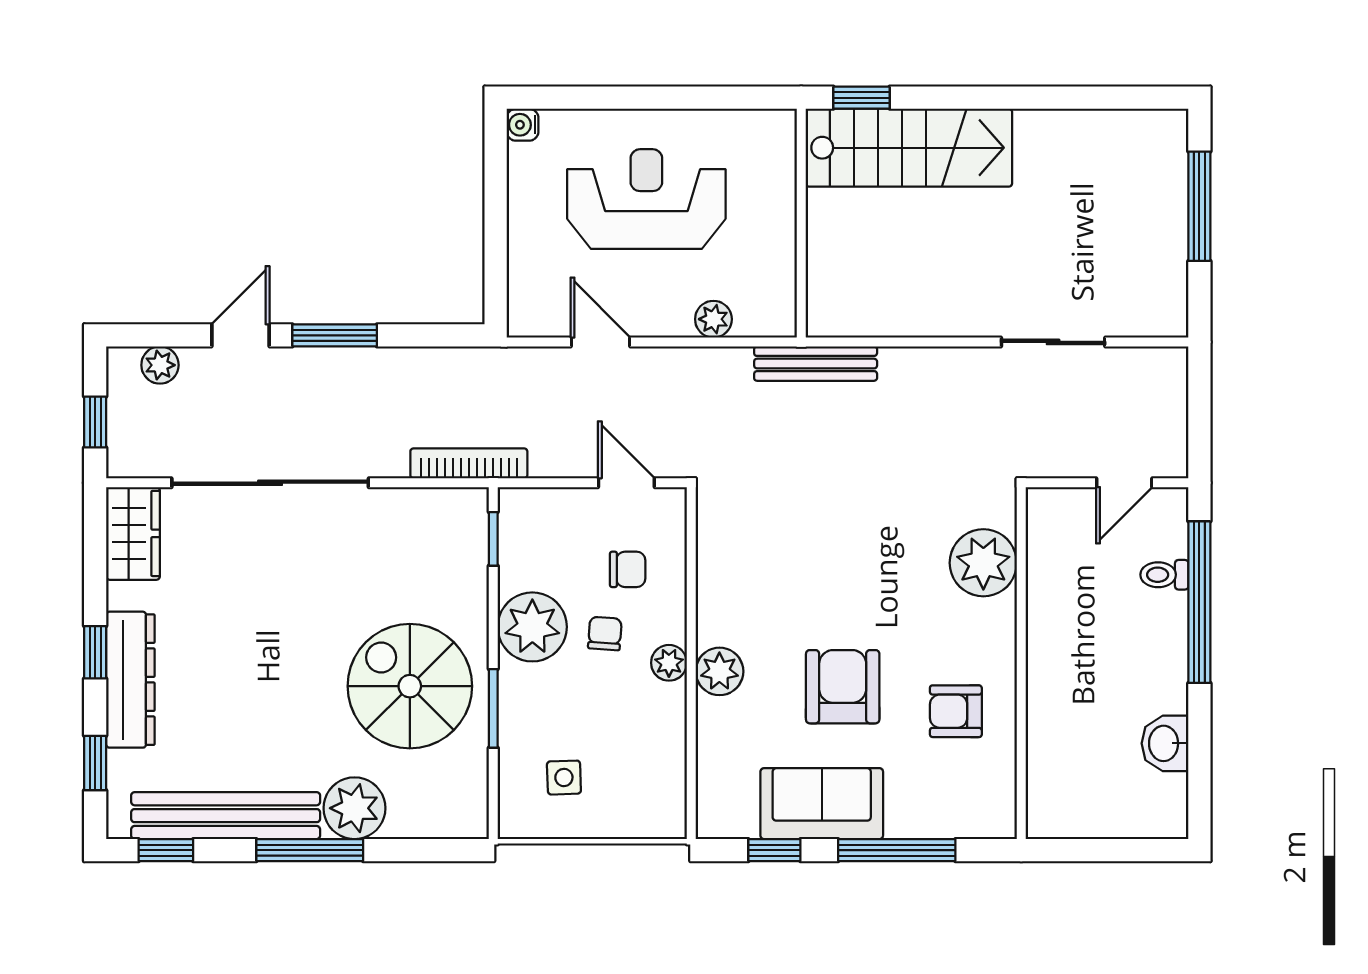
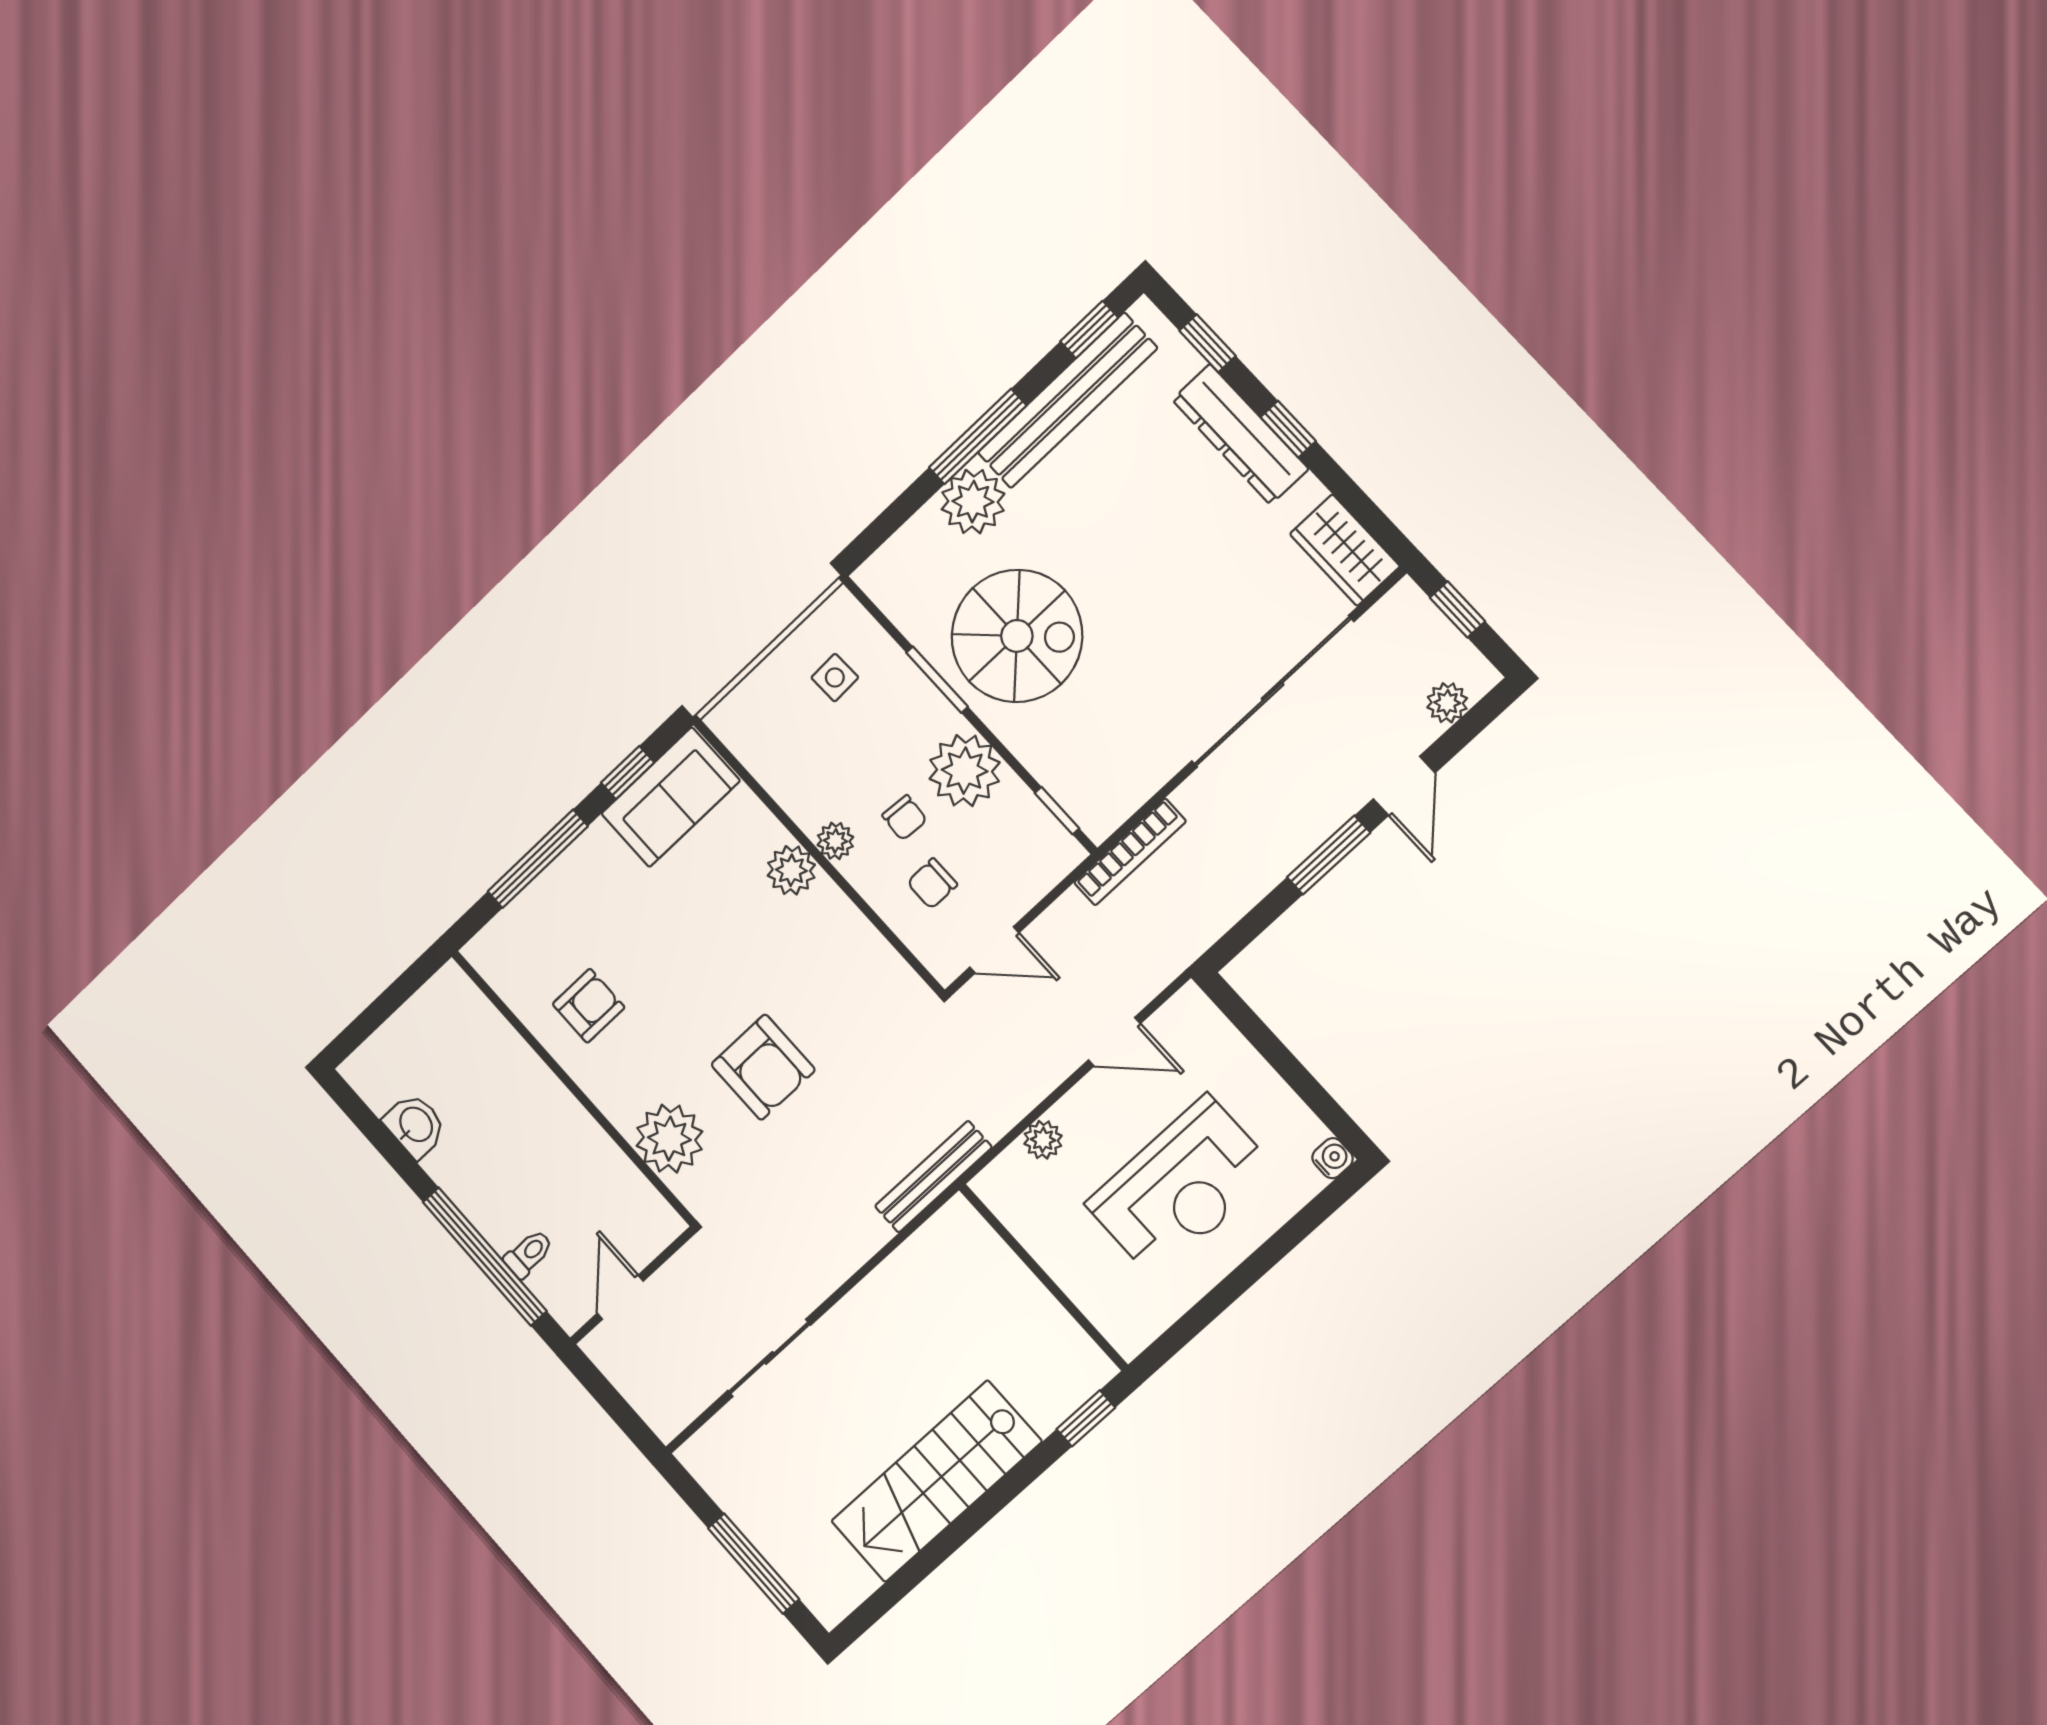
stairs: (909, 148) -> (936, 1481), moved
armchair: (843, 687) -> (763, 1067), moved
sofa: (822, 804) -> (671, 797), moved

